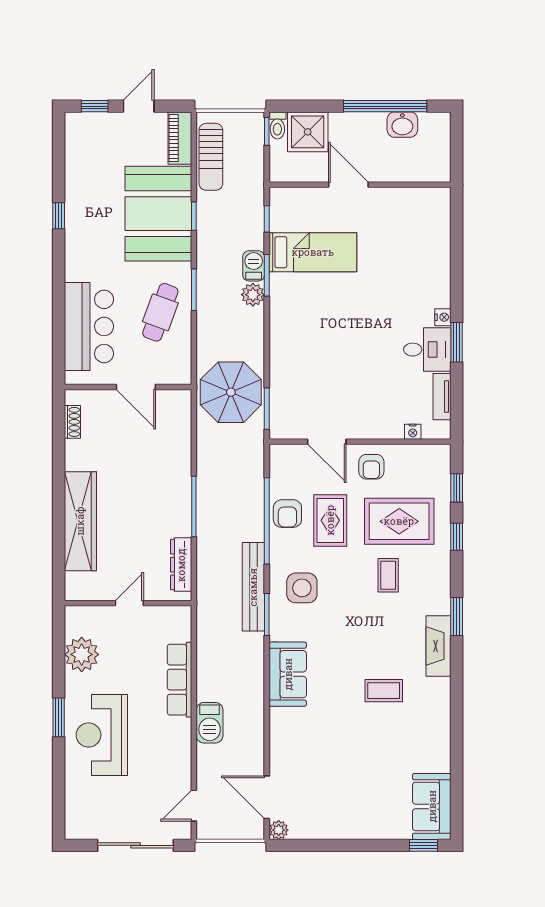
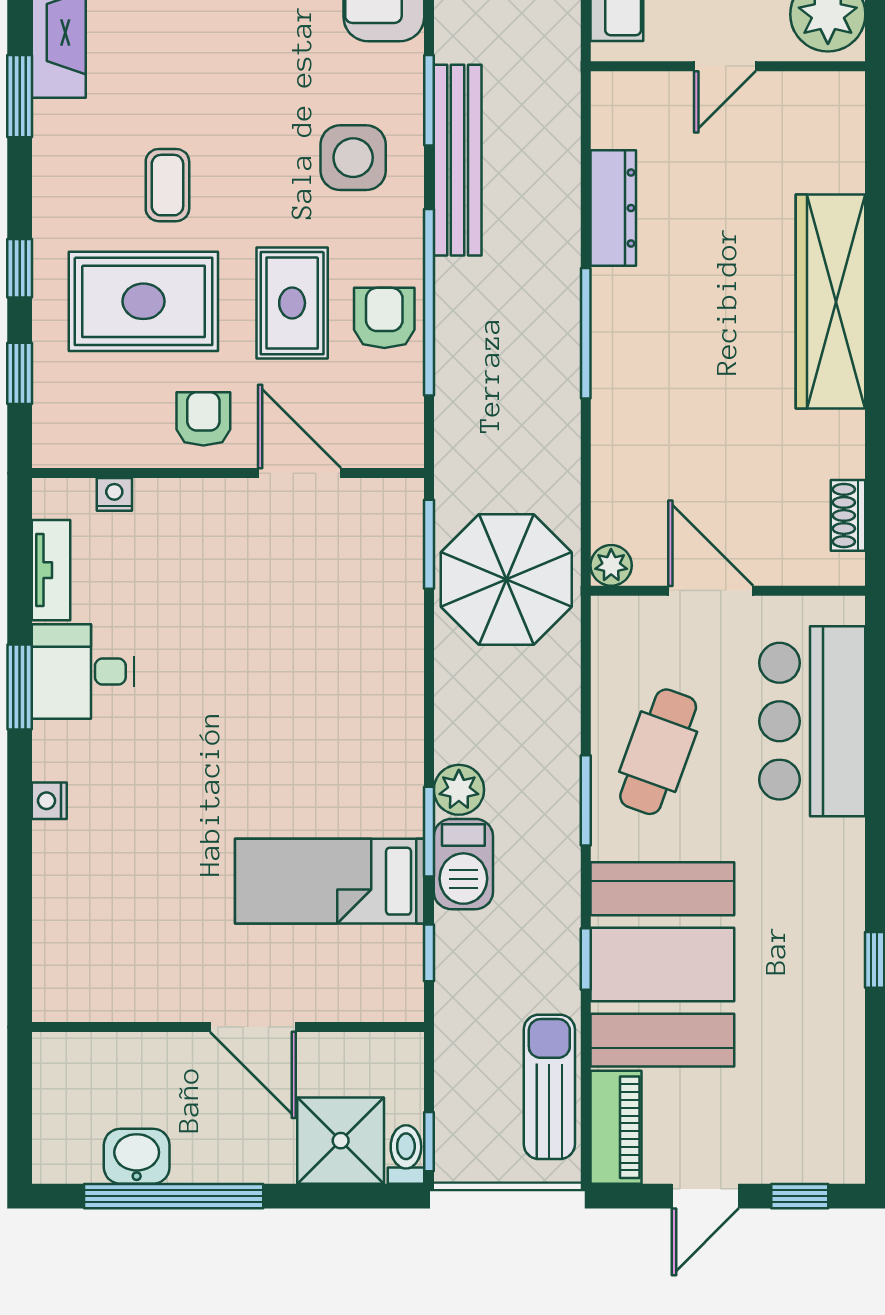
barbecue: (254, 266) -> (463, 864), width x1.38, depth x1.27
nightstand: (443, 317) -> (49, 801), moved
plant: (182, 399) -> (611, 565), added
wall: (128, 603) -> (728, 66), moved
door: (129, 603) -> (725, 66), moved

